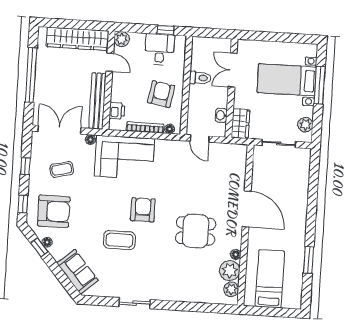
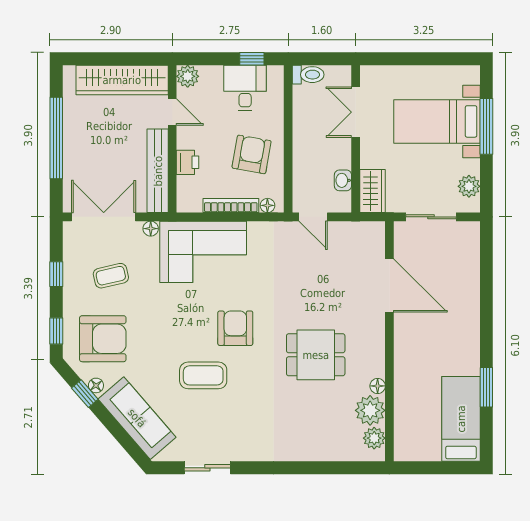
toilet: (200, 78) -> (308, 75), moved
printer: (117, 111) -> (188, 162), moved
door: (247, 209) -> (389, 286), moved
sofa: (78, 272) -> (137, 418), width x1.36
bed: (270, 279) -> (461, 419), moved
sliding door: (135, 303) -> (207, 468), moved

